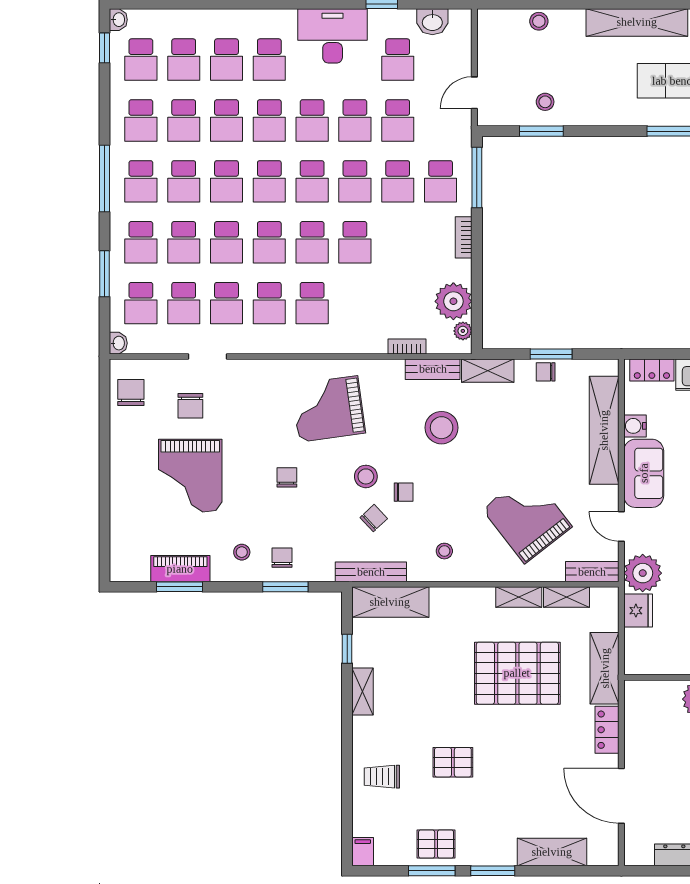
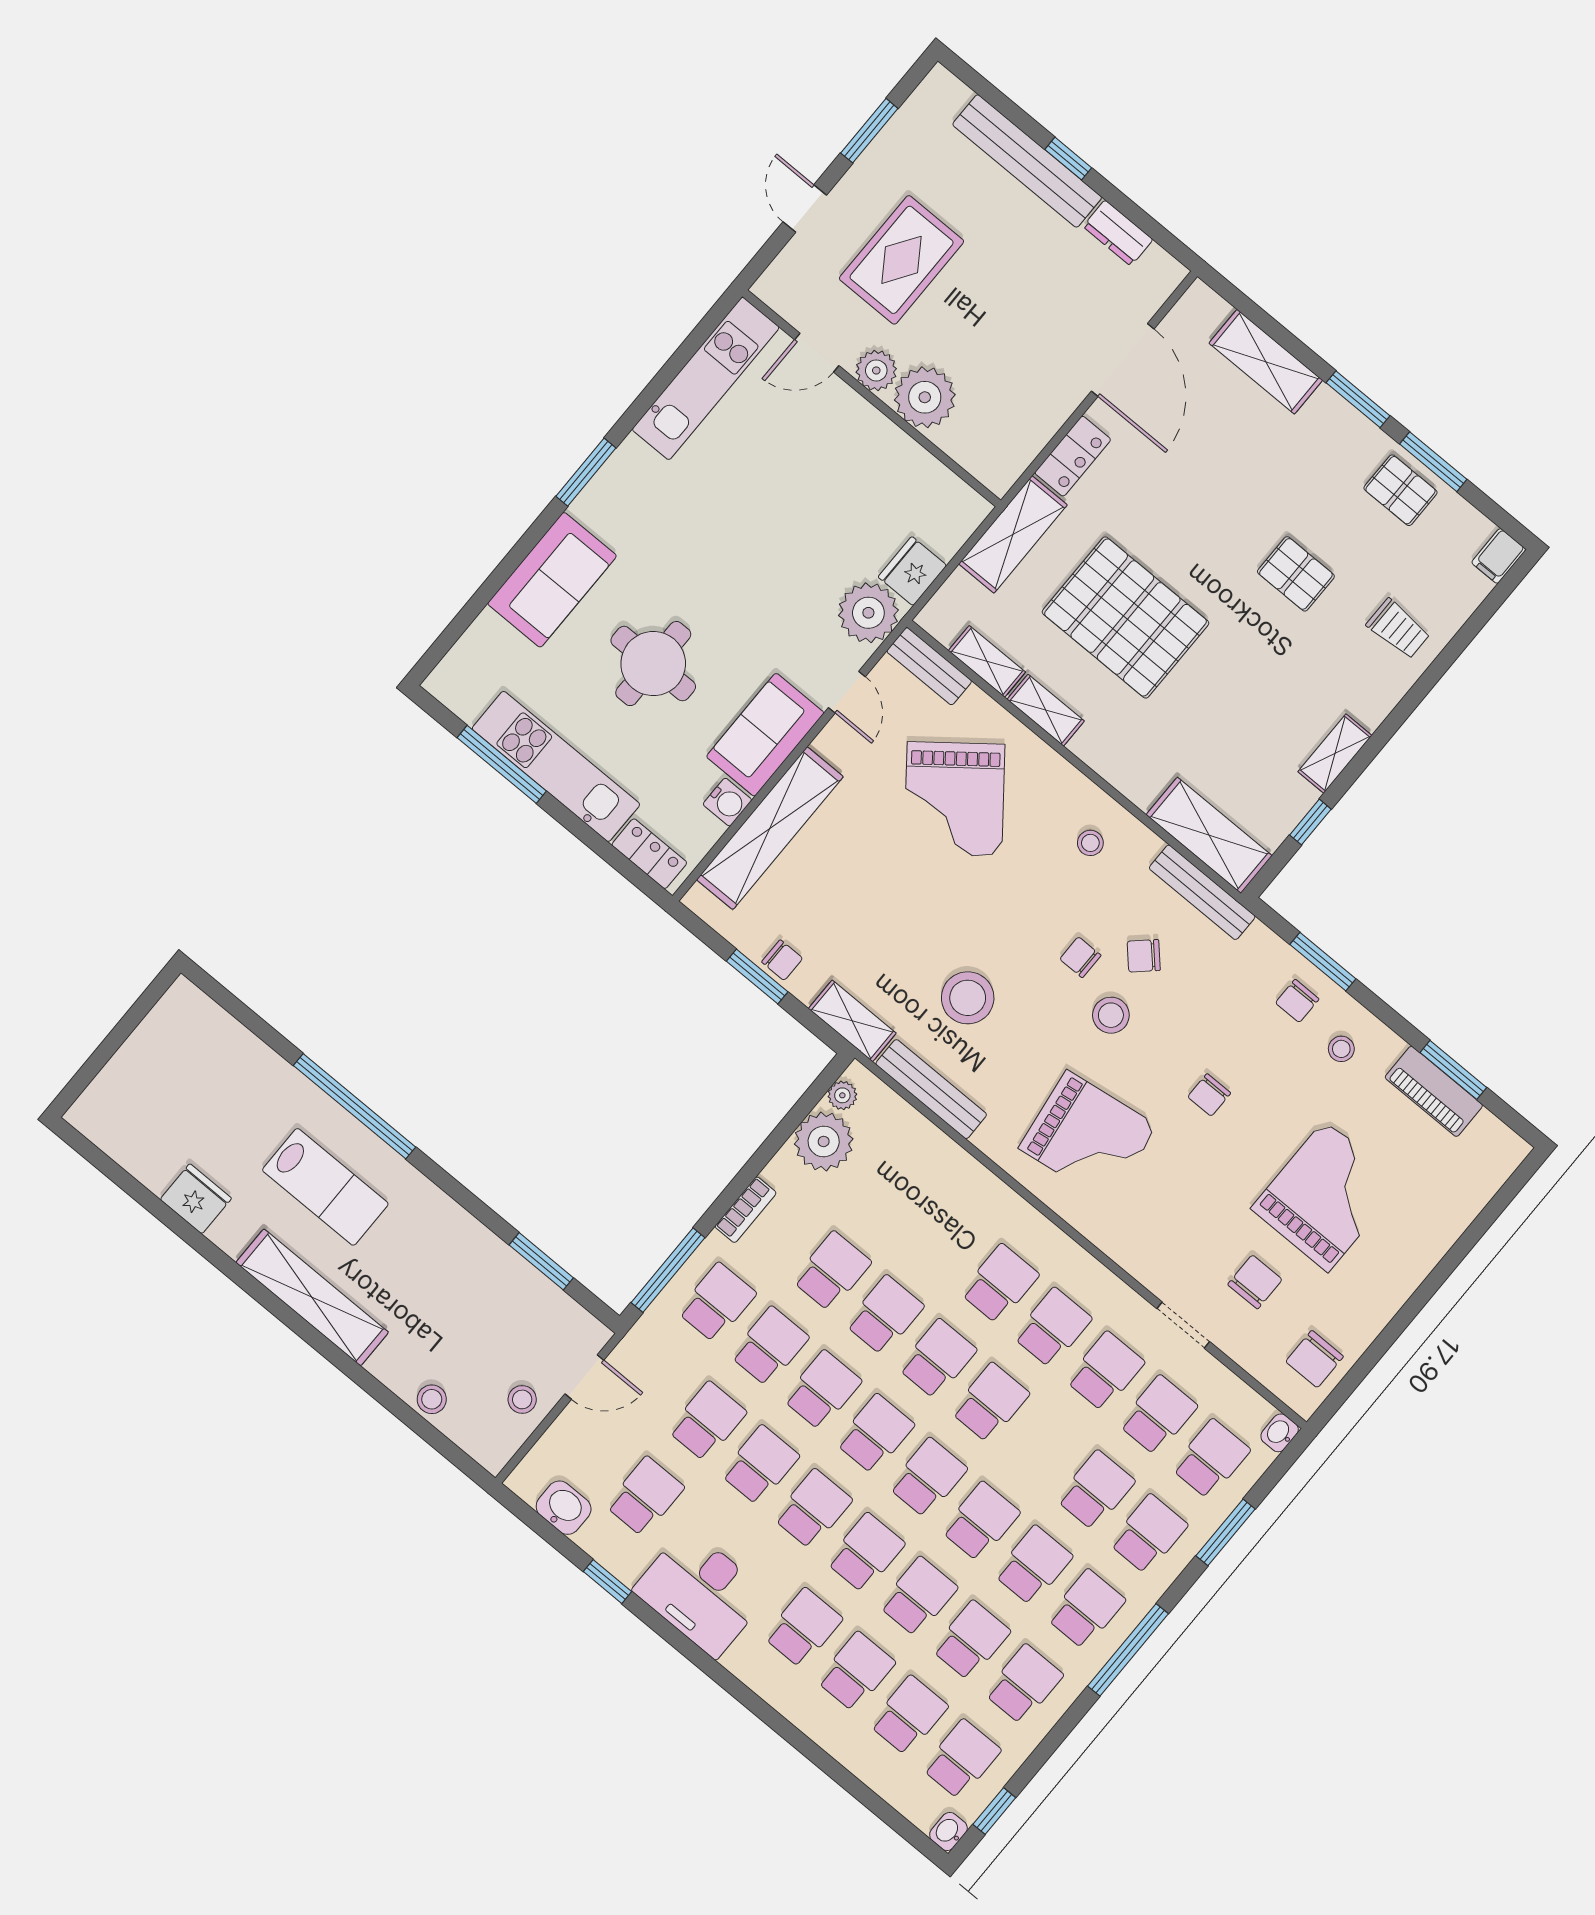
stool: (545, 102) -> (522, 1399), moved
school desk: (227, 242) -> (832, 1271), moved
bookcase: (407, 346) -> (927, 1133), removed
bench: (433, 369) -> (931, 1089), width x1.36

